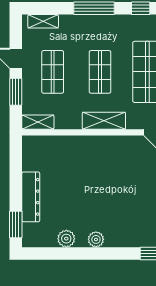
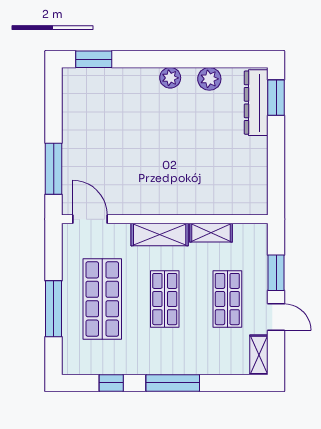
shelving: (43, 21) -> (259, 355), moved, turned 90
shelving: (38, 122) -> (211, 233), moved
dresser: (31, 197) -> (256, 103), moved

